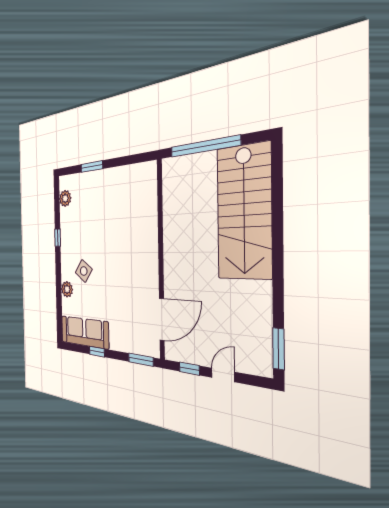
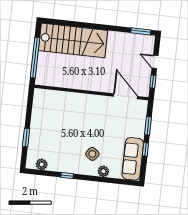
window: (141, 360) -> (148, 126), moved

